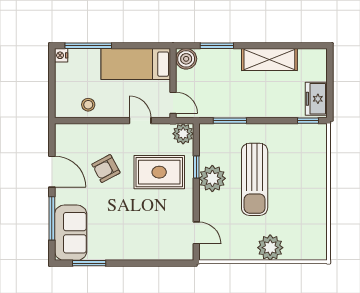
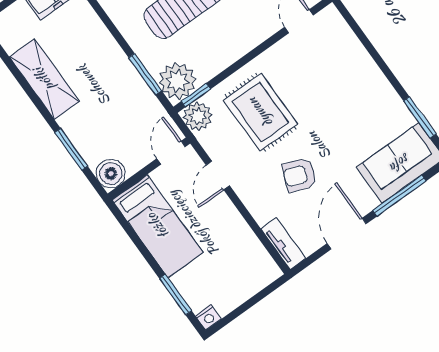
window: (88, 46) -> (176, 295), width x0.69
stool: (88, 105) -> (242, 247), removed
tv unit: (73, 130) -> (283, 243), added
window: (196, 167) -> (196, 95), moved
armchair: (106, 169) -> (300, 175), turned 139
plant: (212, 178) -> (177, 81), moved

